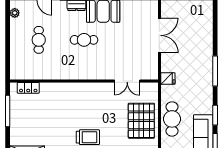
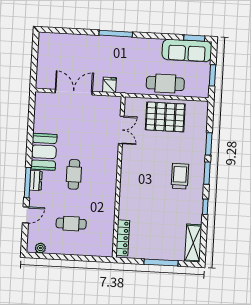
fridge: (168, 79) -> (109, 85), moved
locker: (28, 88) -> (123, 238), width x1.53
window: (8, 111) -> (161, 263), moved
window: (215, 115) -> (164, 36), removed

